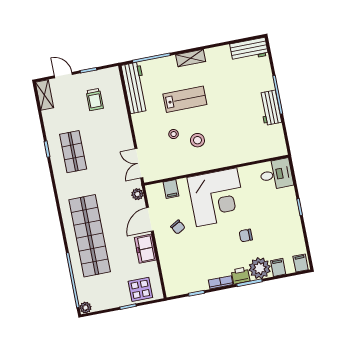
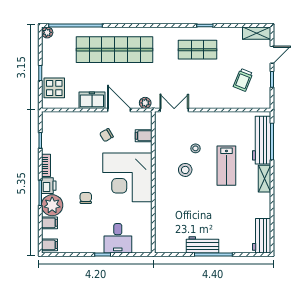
workbench: (135, 88) -> (262, 140), moved, turned 90
trolley: (95, 99) -> (243, 80), turned -68
desk: (276, 174) -> (118, 238), moved

